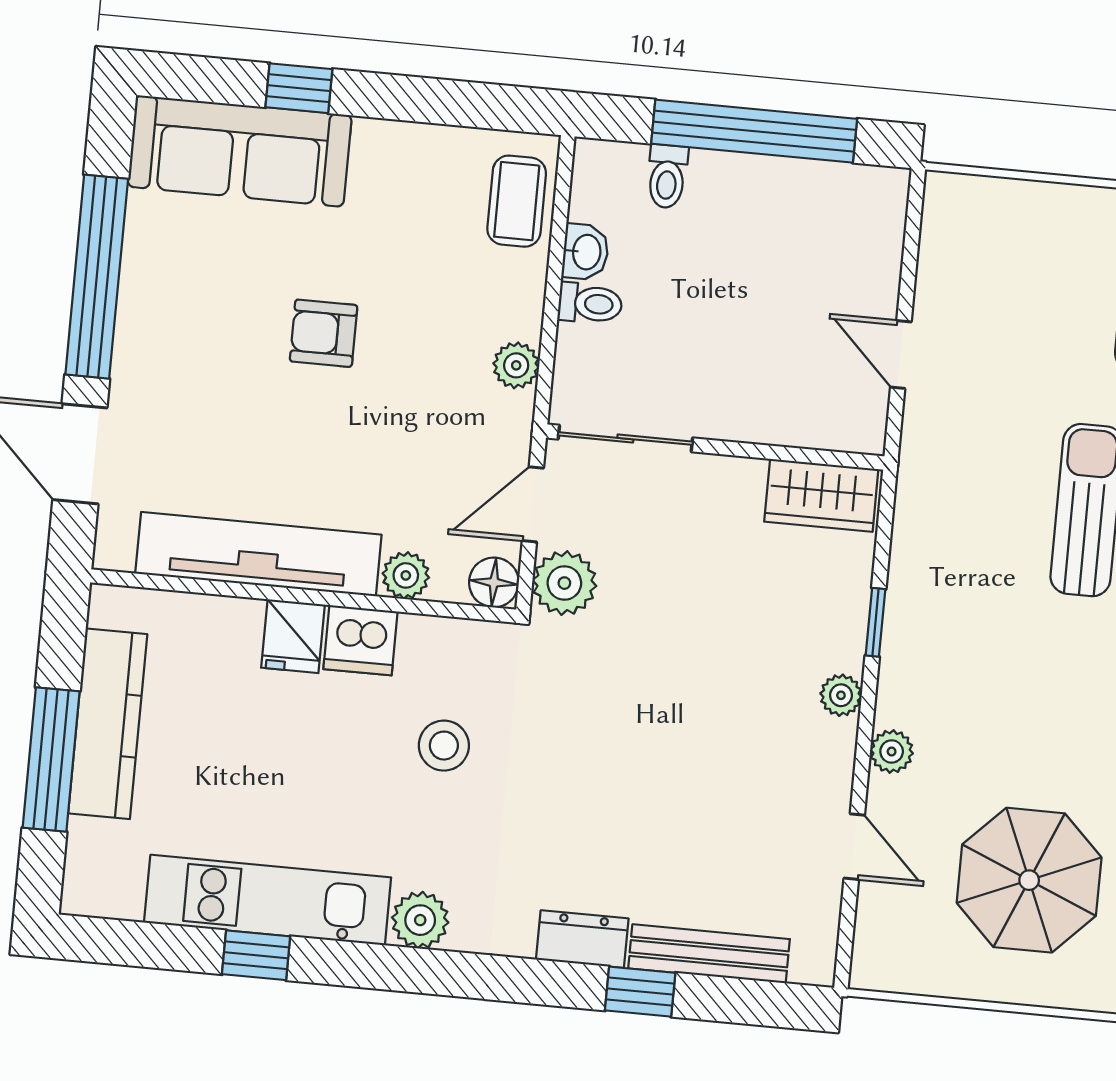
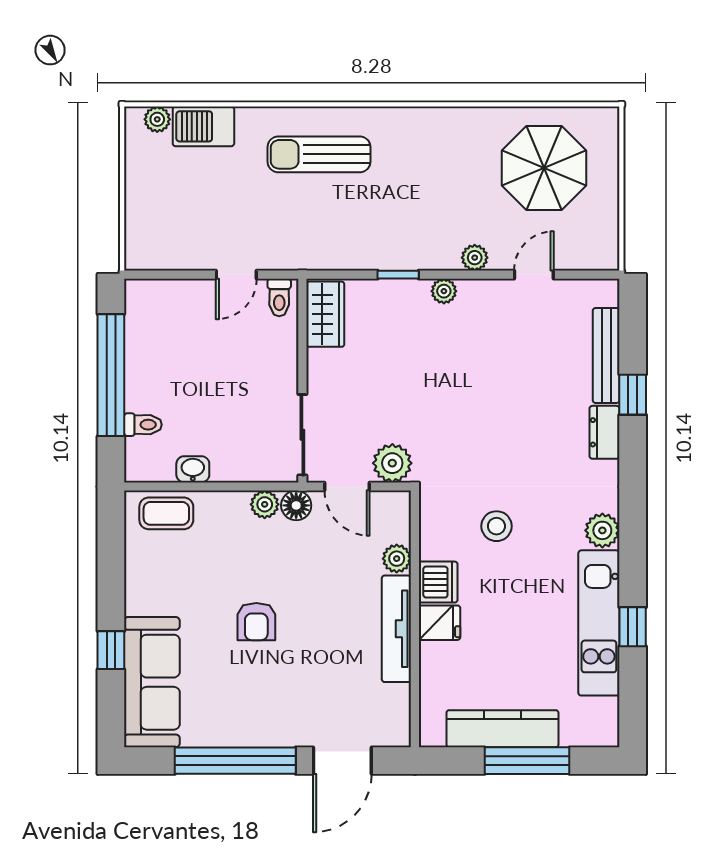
toilet: (590, 303) -> (279, 297), moved, turned 180
tv unit: (258, 554) -> (396, 629), width x0.73, depth x0.78
floor lamp: (494, 582) -> (296, 505), moved

